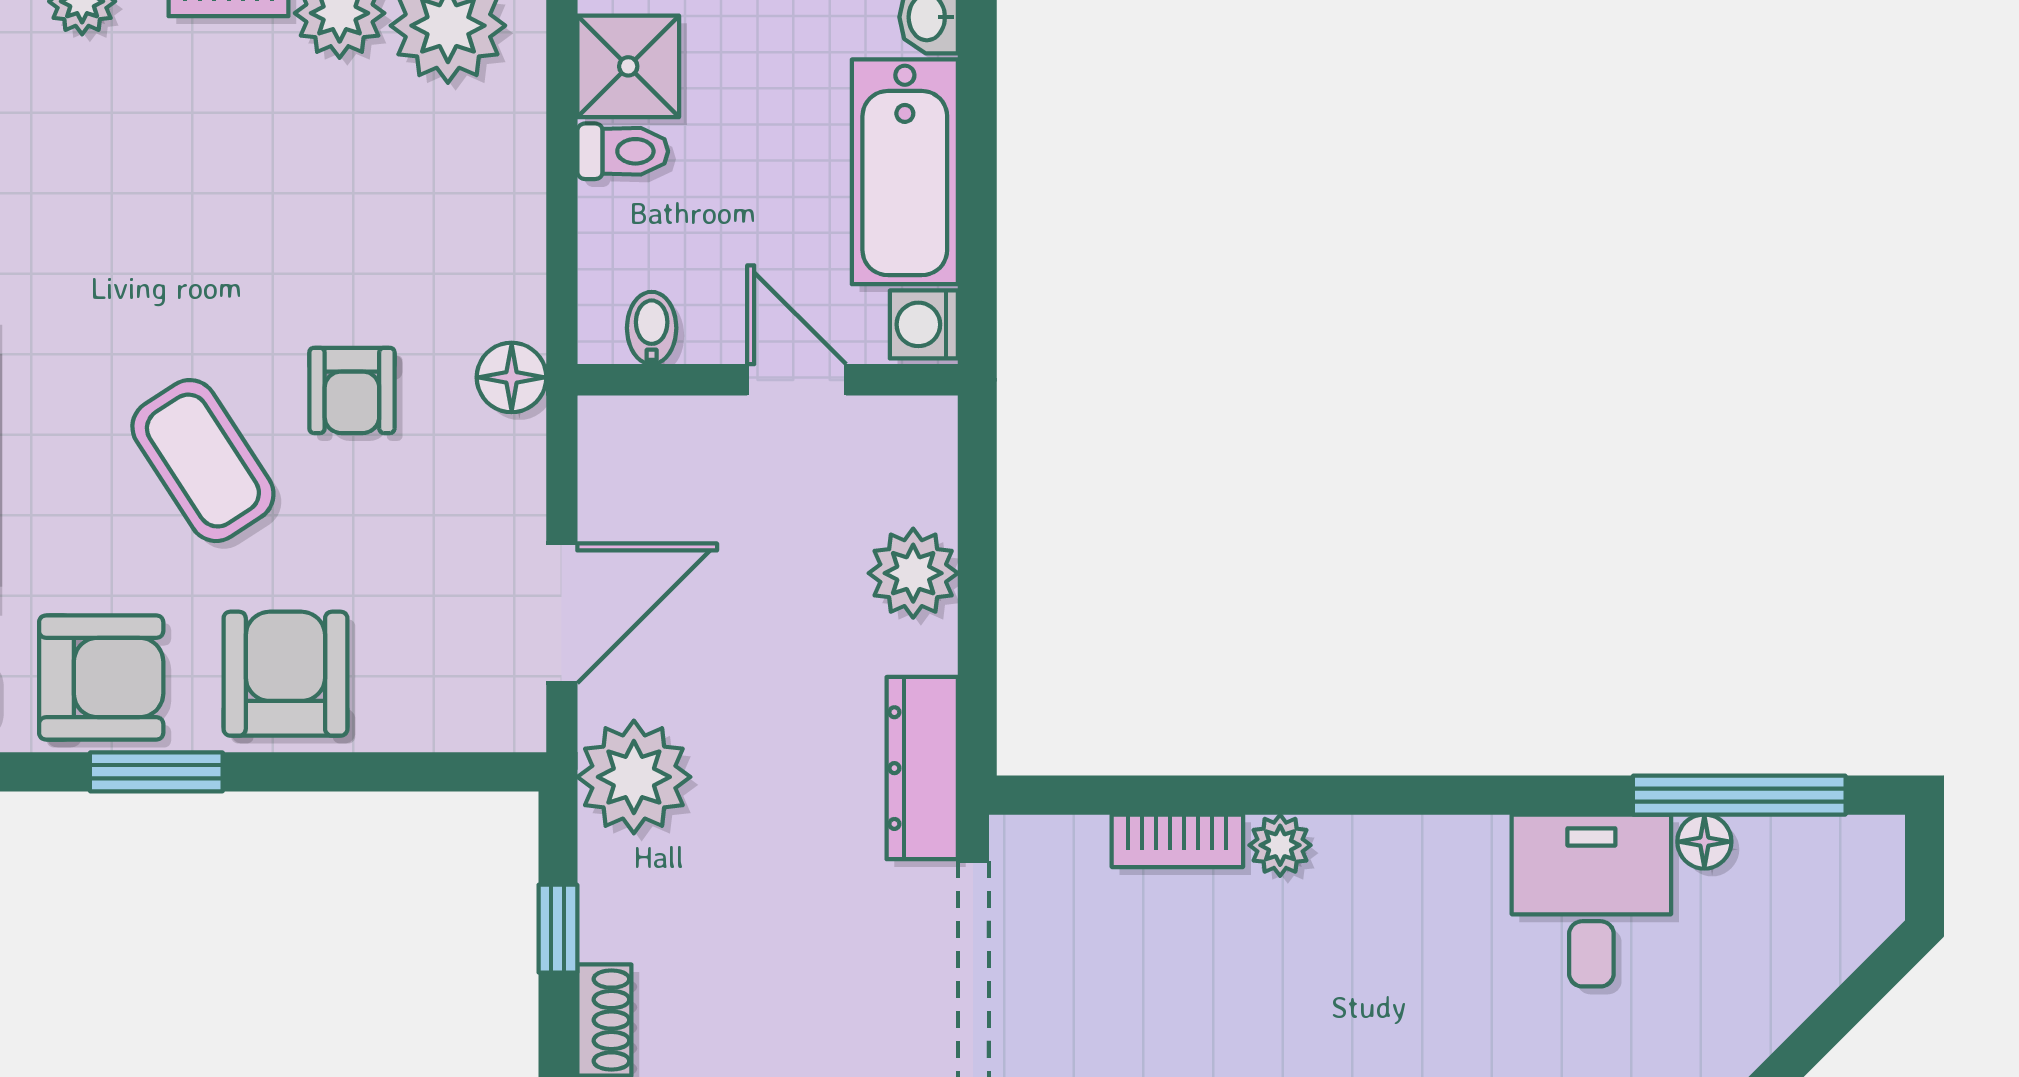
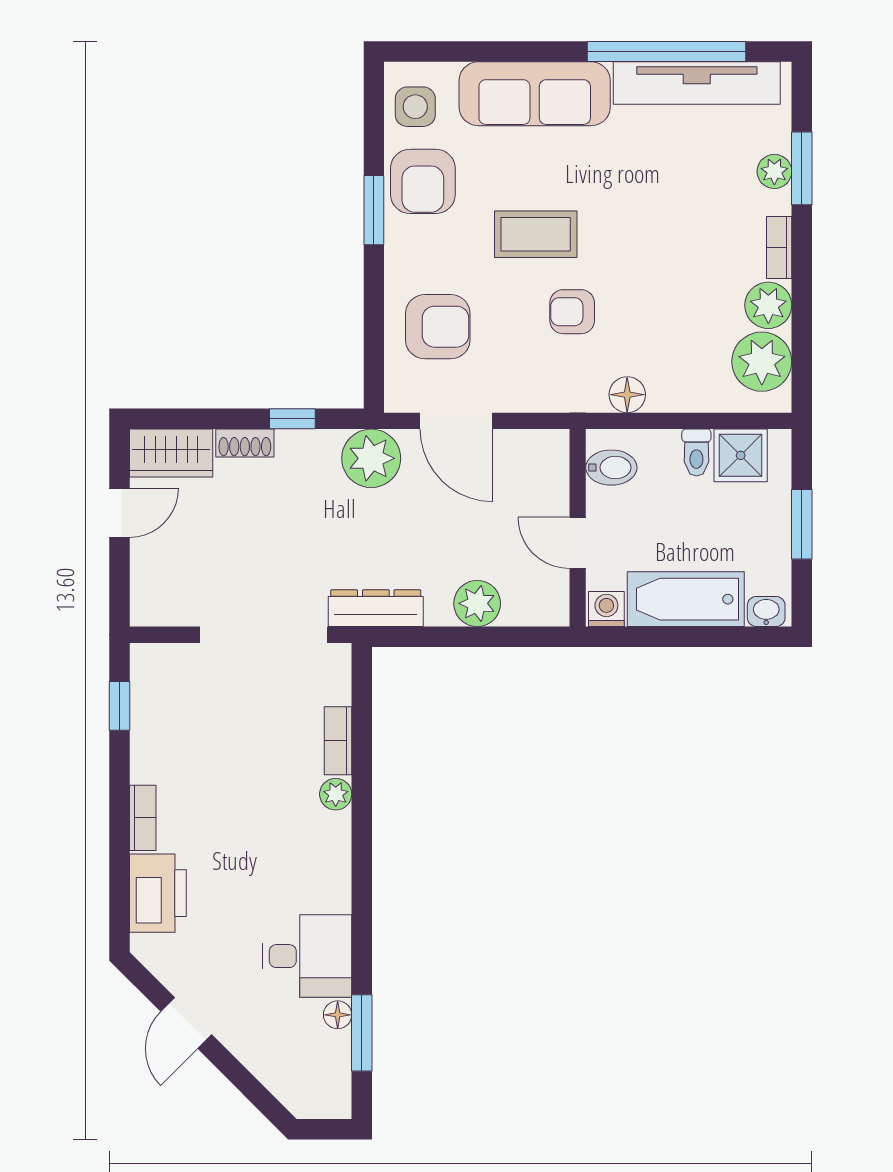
bidet: (652, 328) -> (611, 468), width x1.38, depth x1.36
floor lamp: (512, 377) -> (627, 395), moved
door: (797, 380) -> (578, 543), swing flipped
coffee table: (203, 461) -> (536, 234), turned 33
armchair: (285, 674) -> (438, 327), moved
window: (1739, 795) -> (362, 1033), width x0.69

